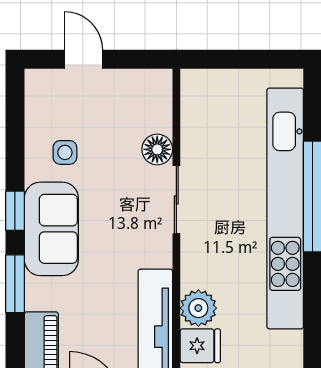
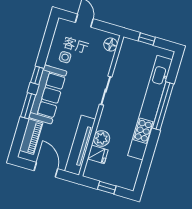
window: (234, 59) -> (147, 39), added
floor lamp: (157, 149) -> (111, 45), moved
sofa: (51, 229) -> (48, 94), width x1.36

